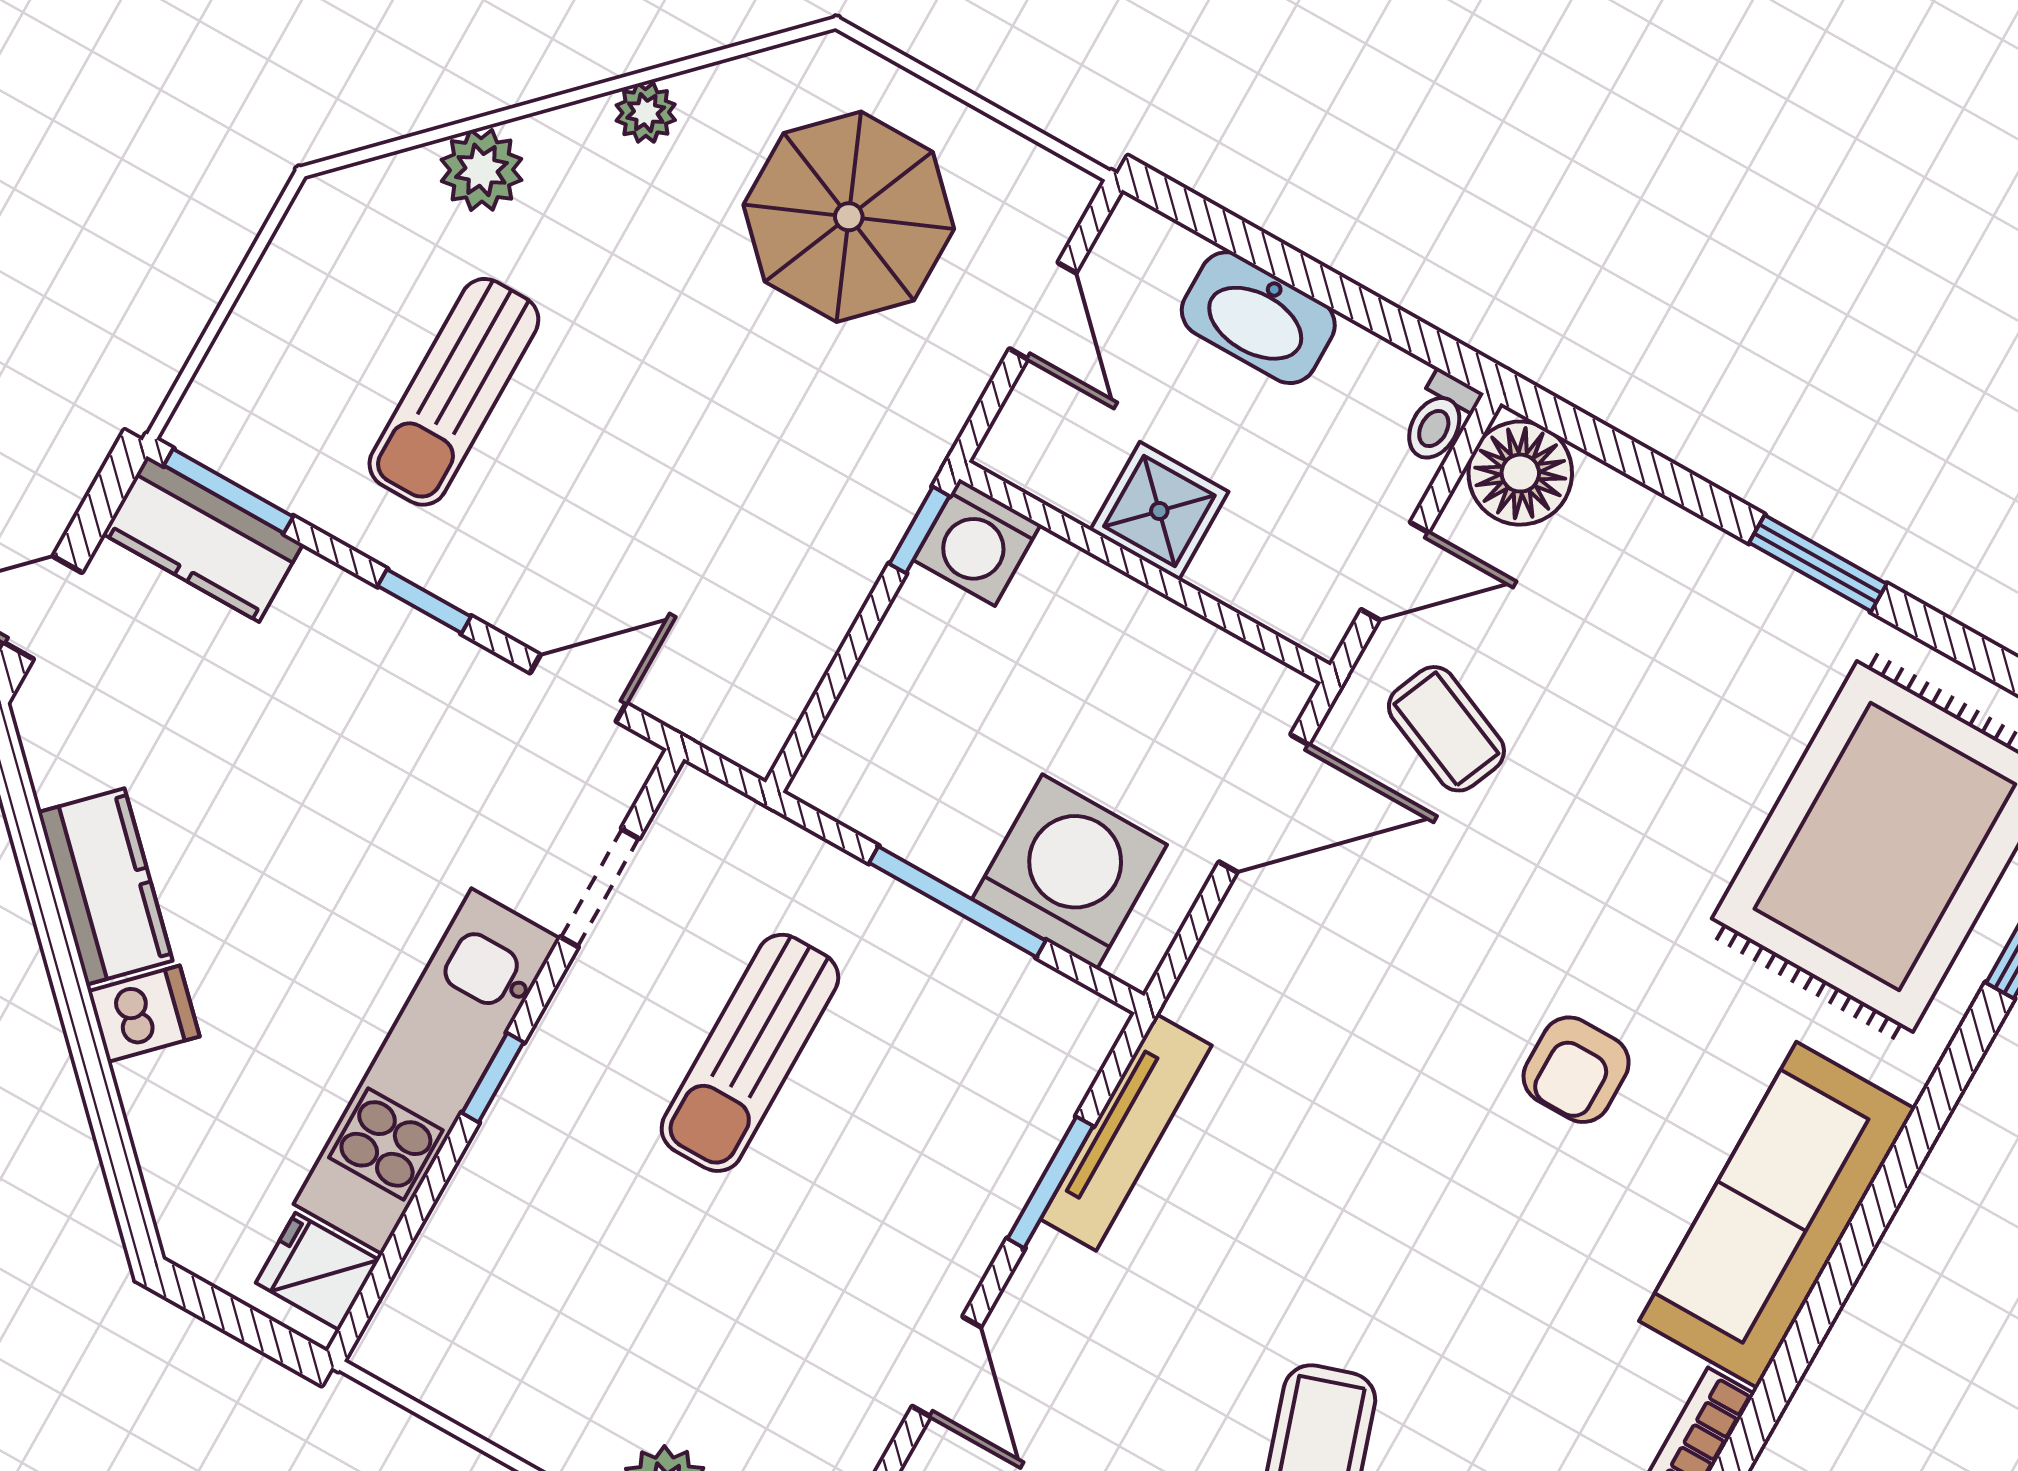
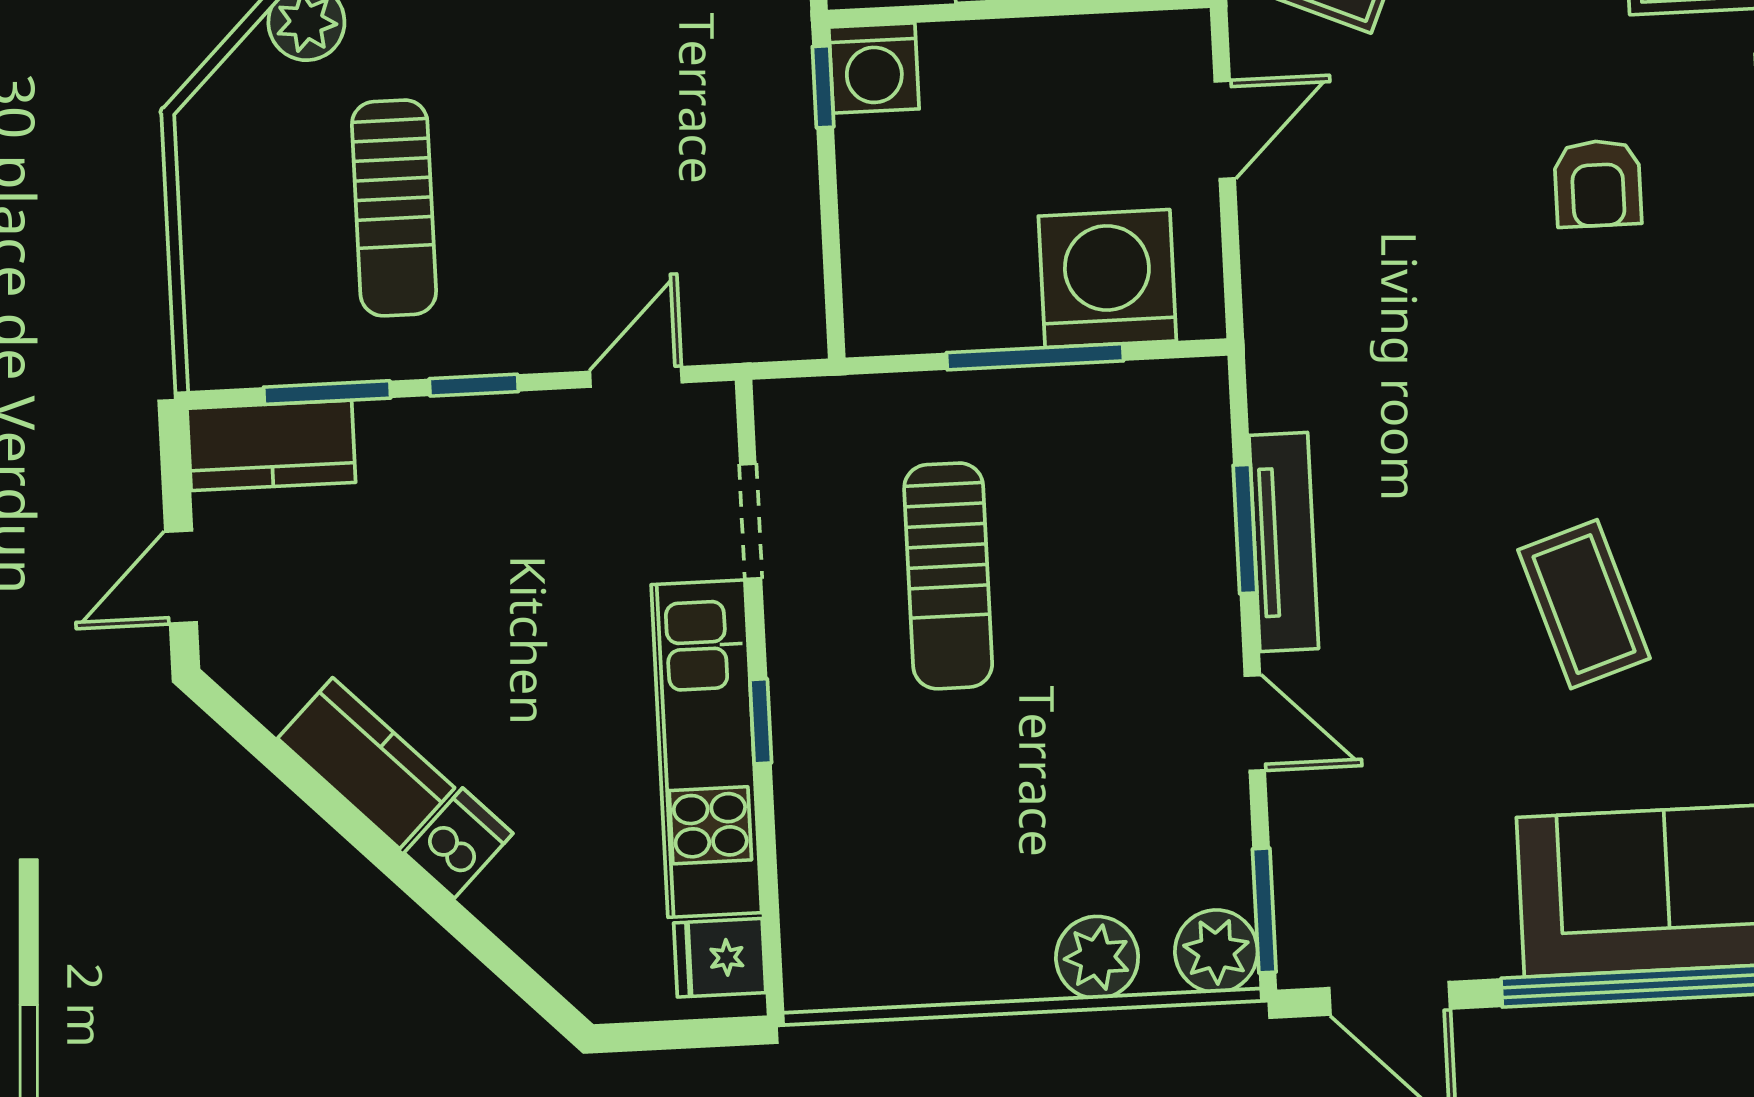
window: (228, 491) -> (327, 393), moved
door: (1264, 803) -> (1225, 130), width x0.73
tv unit: (1126, 1132) -> (1284, 542), moved

